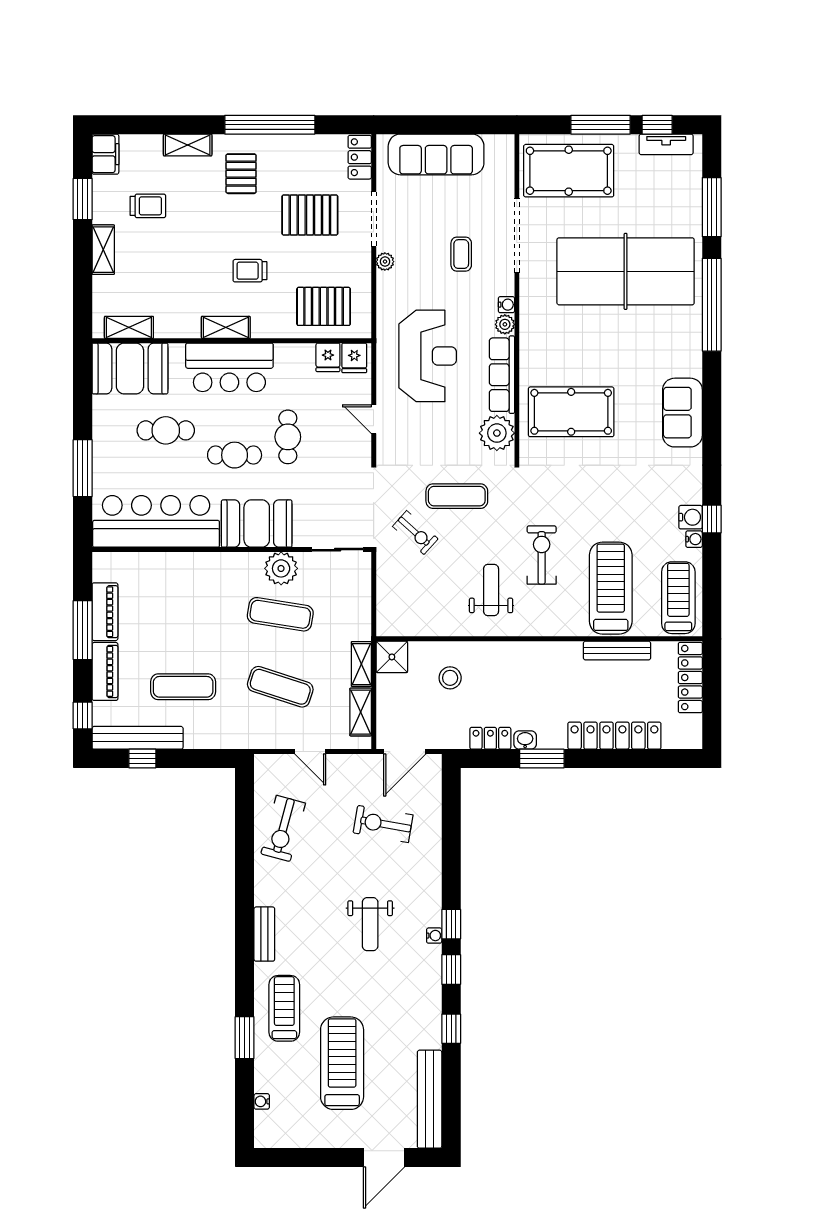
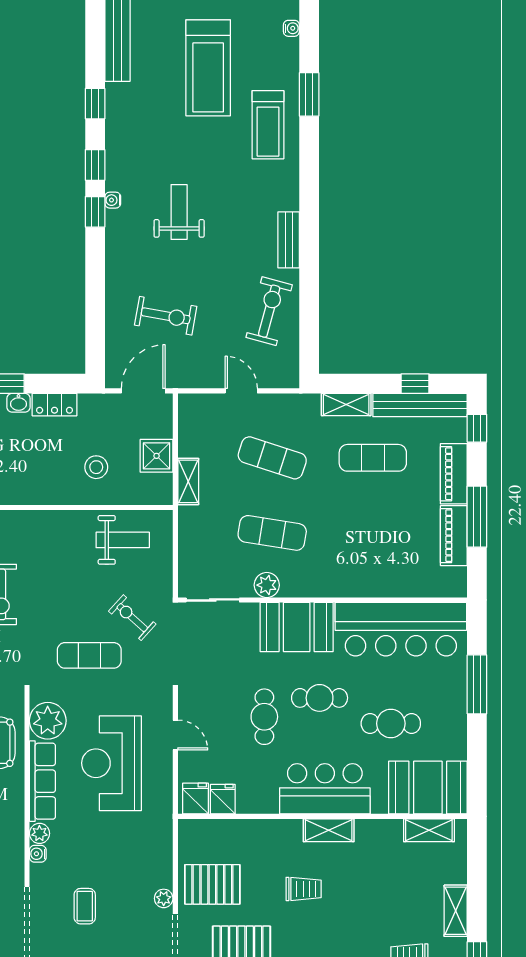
pallet: (324, 306) -> (212, 884), moved
reception desk: (428, 356) -> (111, 763), moved
plant: (281, 568) -> (267, 585), width x0.73, depth x0.73
weight bench: (491, 590) -> (123, 540), moved, turned -90
shower: (392, 657) -> (157, 456), moved
shelving: (361, 712) -> (346, 404), moved, turned 90
bench: (264, 934) -> (289, 240), moved

